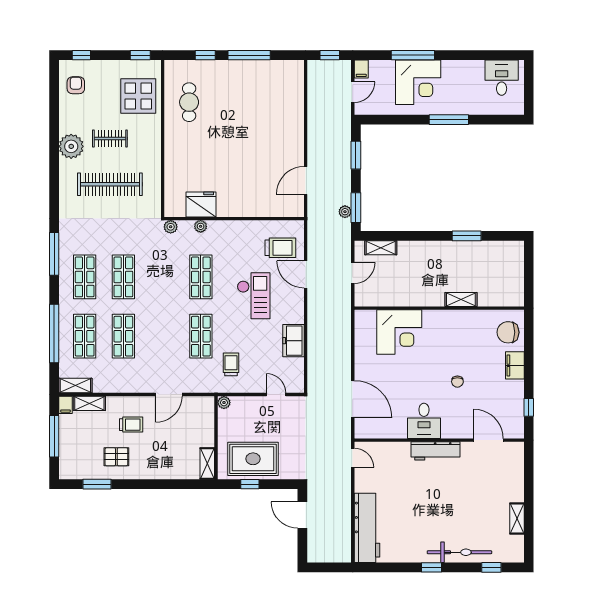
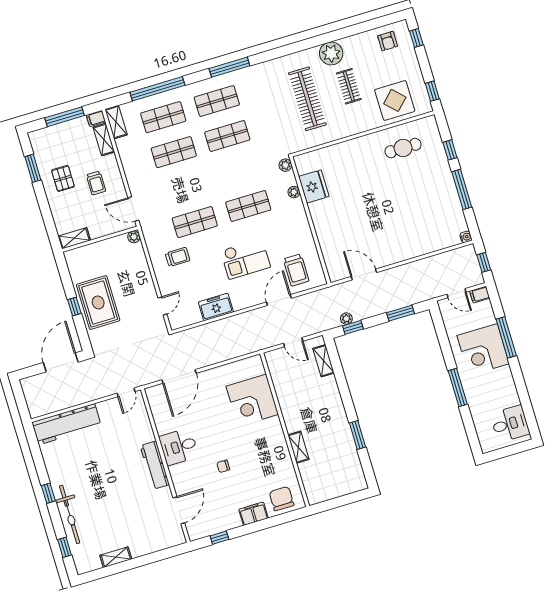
water cooler: (298, 65) -> (466, 237), added
armchair: (76, 85) -> (388, 41), turned 90
window: (356, 208) -> (353, 327), width x0.67
plant: (224, 403) -> (134, 237), moved
wall: (216, 438) -> (100, 239), moved
shelving: (207, 464) -> (74, 238), moved
door: (302, 515) -> (61, 362), width x1.36

